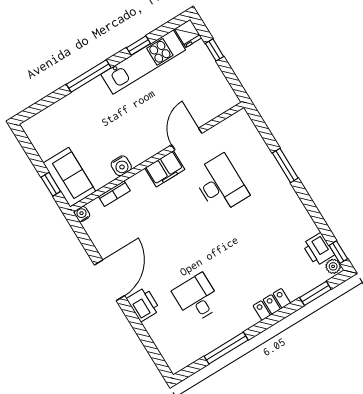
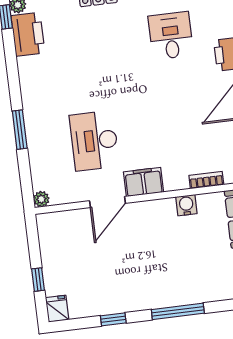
kitchen unit: (143, 62) -> (116, 300), removed
plant: (242, 117) -> (41, 199), added
printer: (318, 249) -> (28, 34), width x1.37, depth x1.19
desk: (197, 298) -> (171, 36), turned 180

